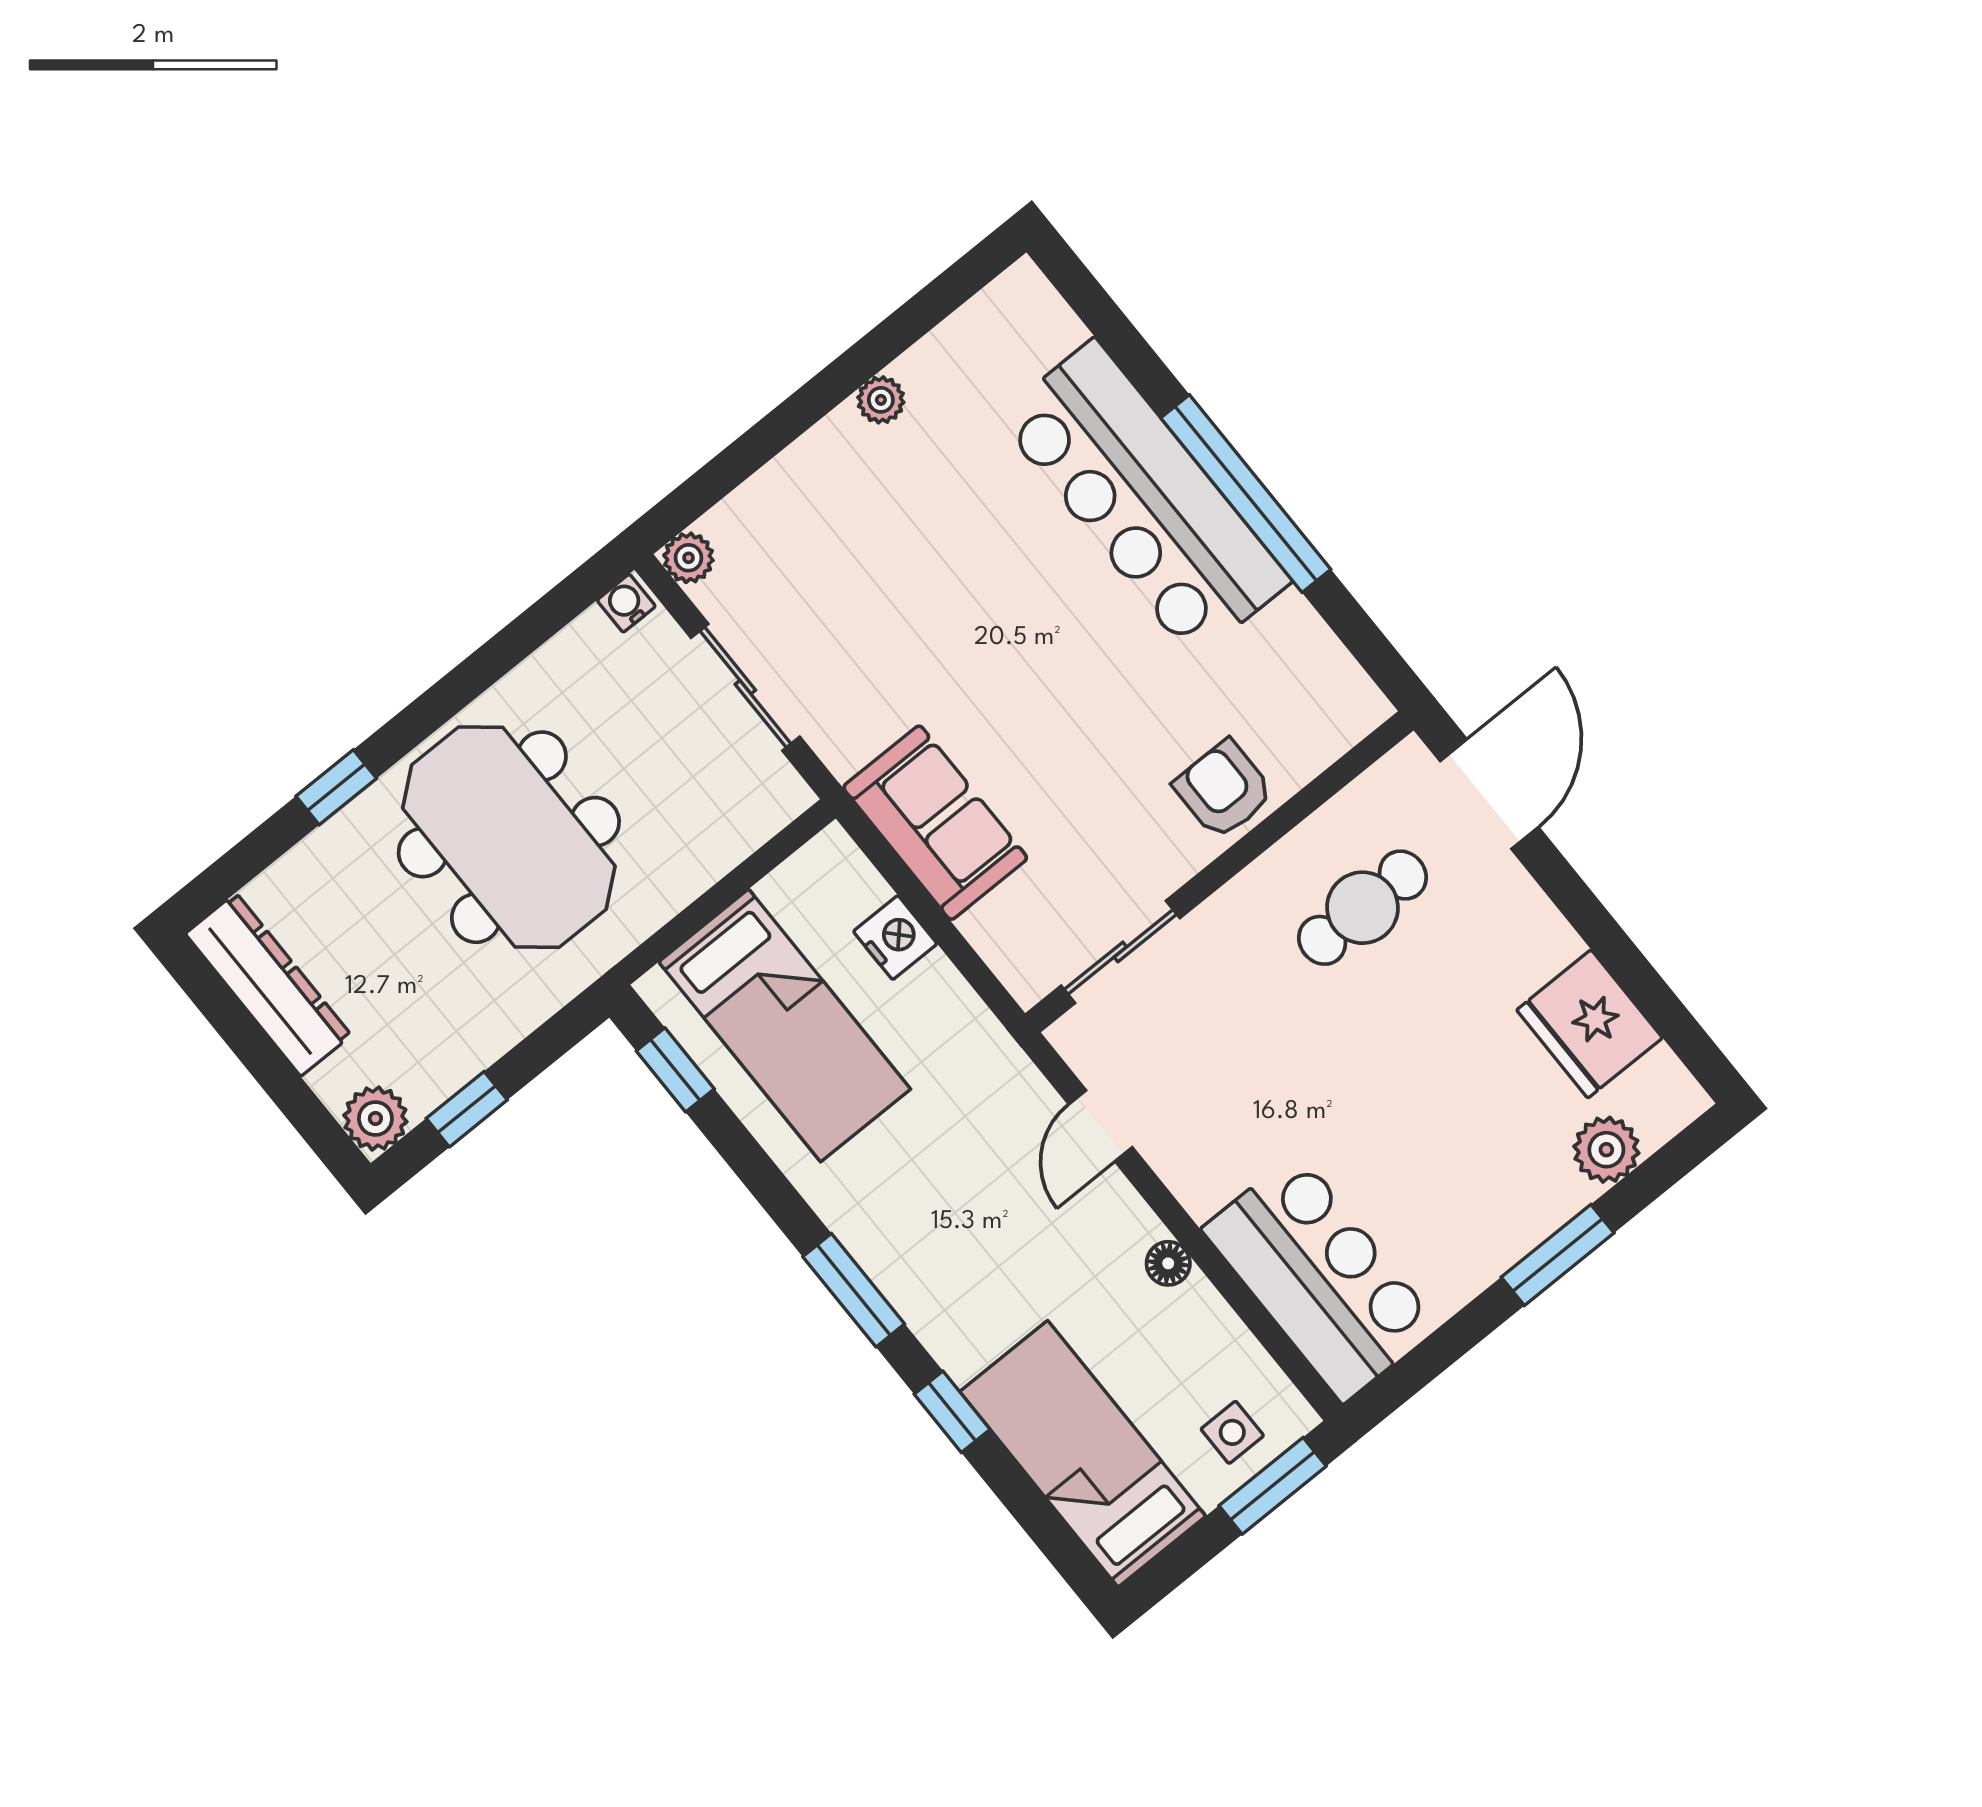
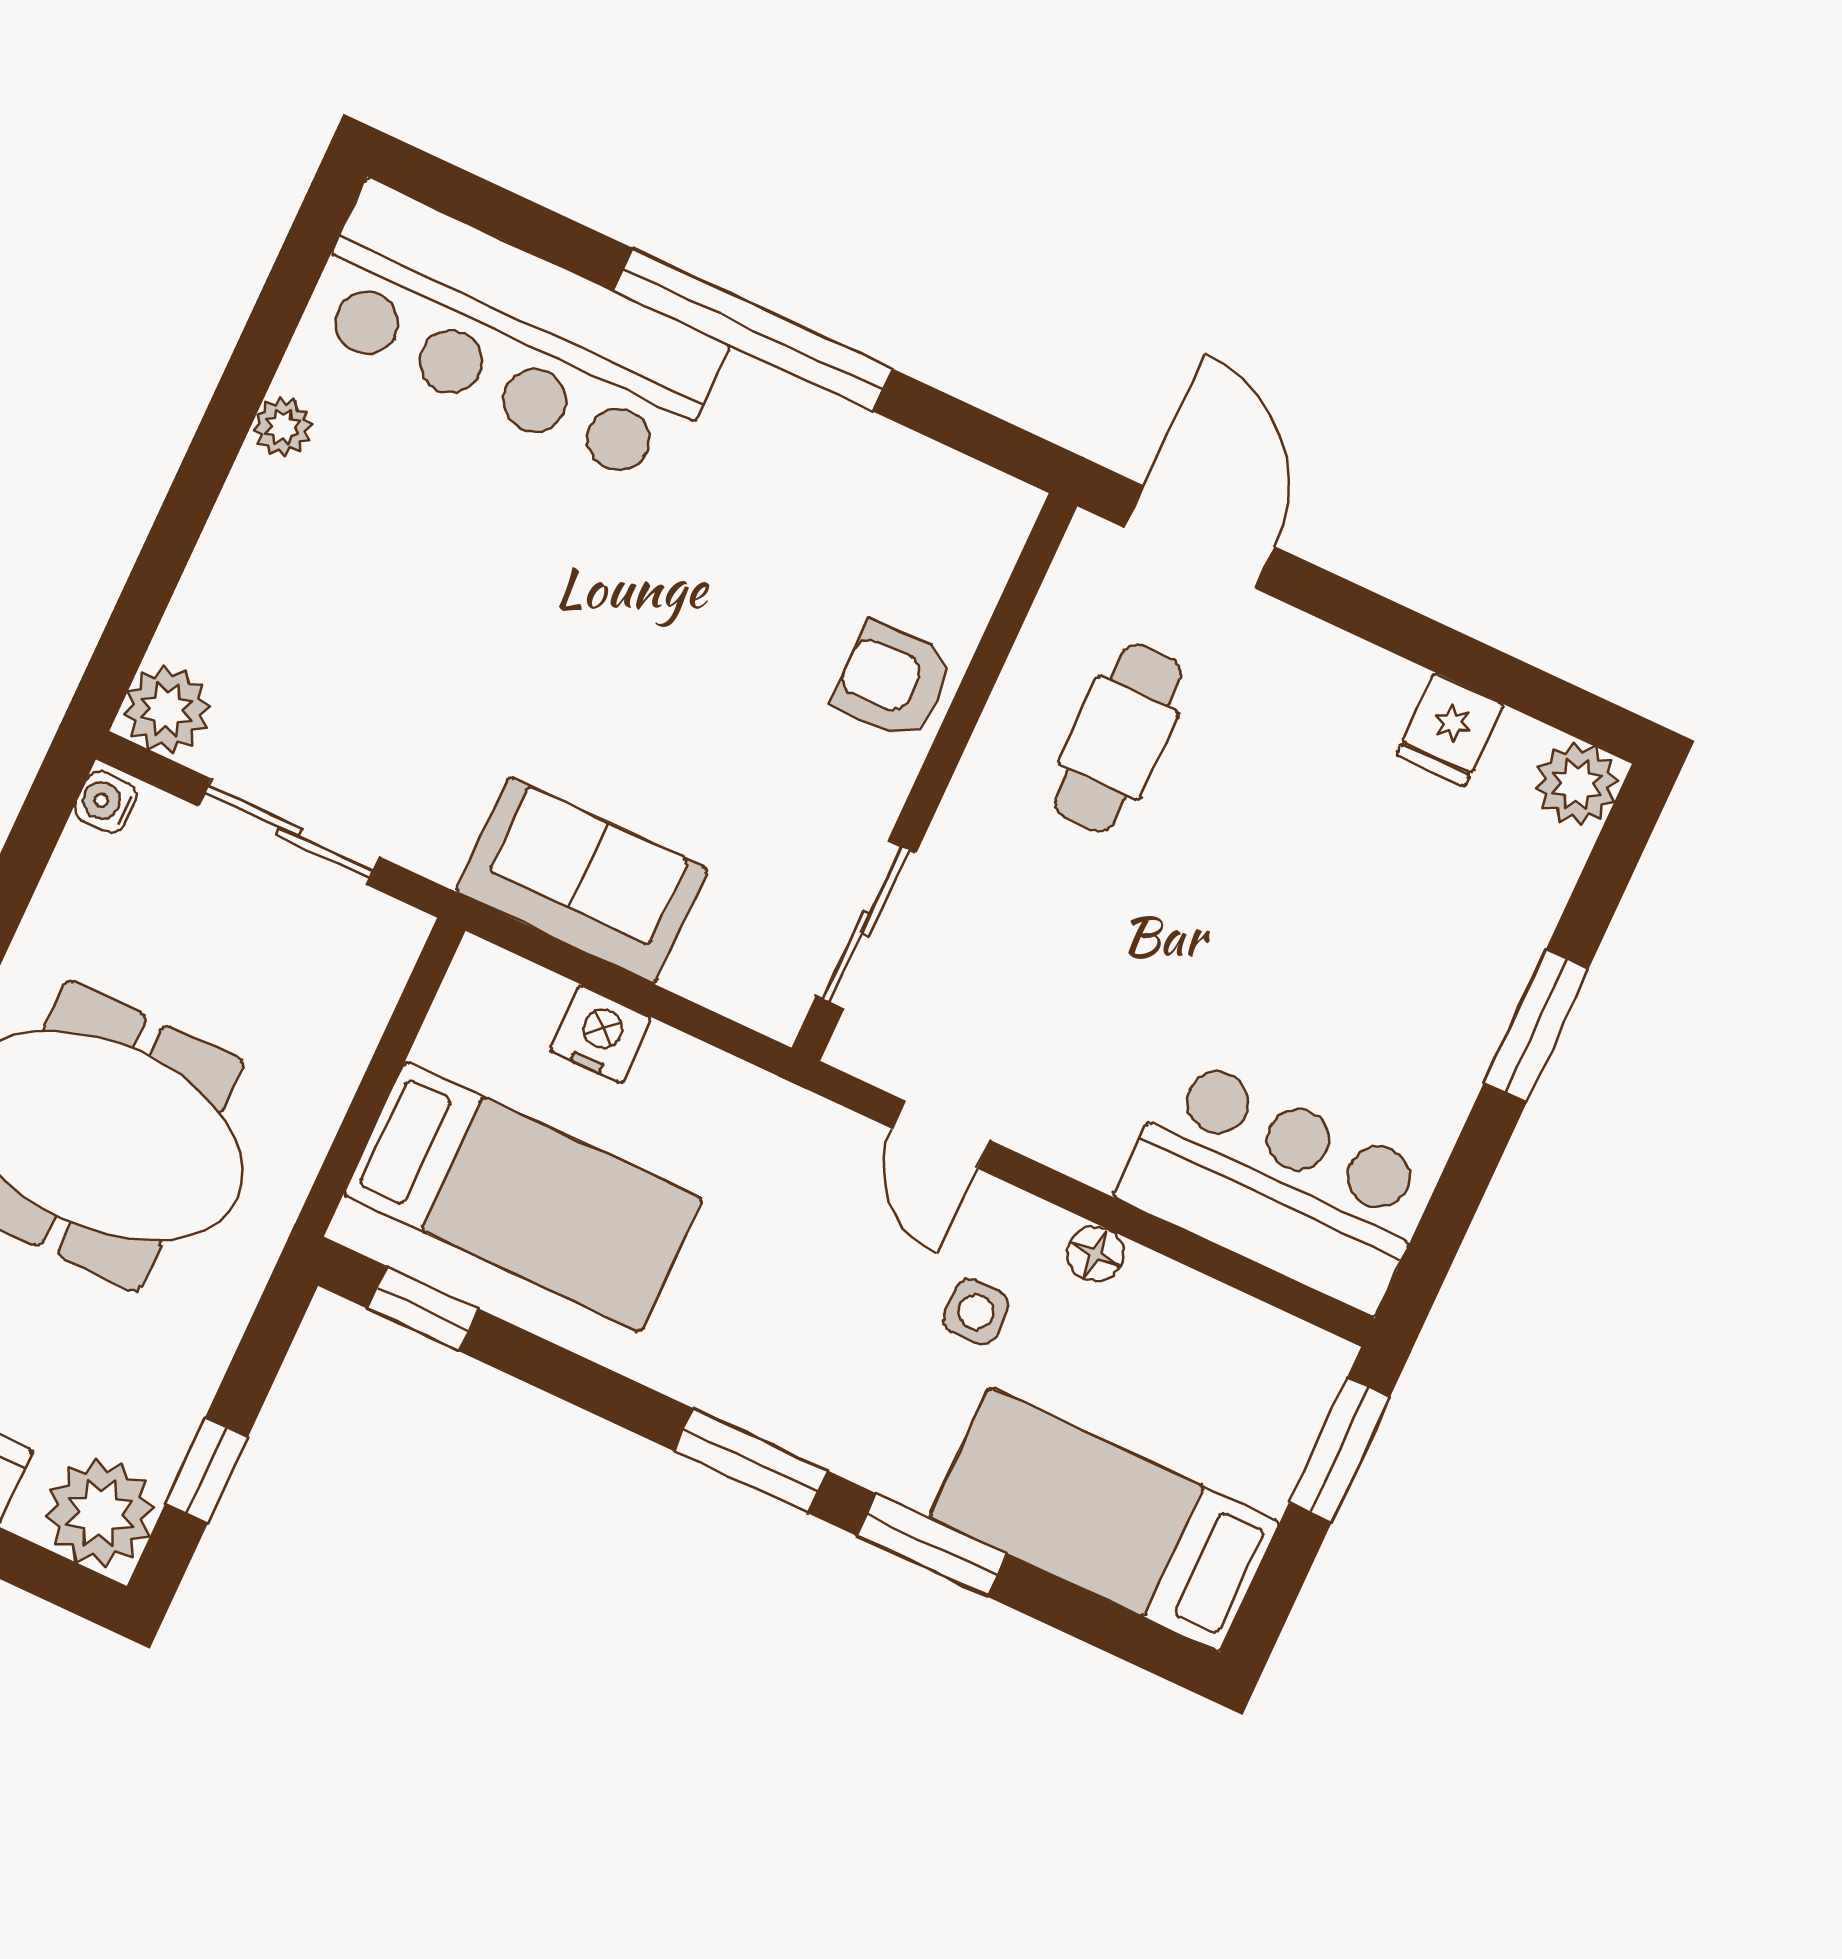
bar counter: (1144, 499) -> (514, 335), moved
plant: (688, 558) -> (167, 710), width x1.38, depth x1.38
fridge: (1589, 1024) -> (1450, 730), width x0.53, depth x0.75
plant: (375, 1118) -> (100, 1513), width x1.36, depth x1.36
plant: (1606, 1150) -> (1577, 784), moved
window: (952, 1412) -> (931, 1545), width x1.50
side table: (1232, 1432) -> (976, 1312), moved

